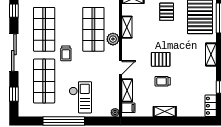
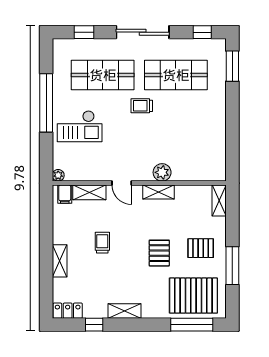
shelving: (127, 27) -> (159, 192), moved
shop shelf: (93, 29) -> (176, 145), removed
shelving: (211, 54) -> (124, 311), moved
pallet: (161, 59) -> (159, 253), moved
shelving: (165, 111) -> (60, 261), moved

